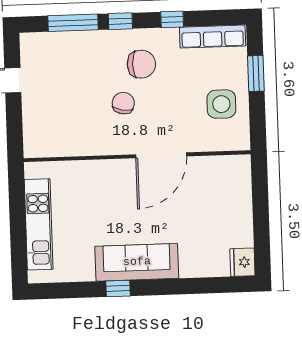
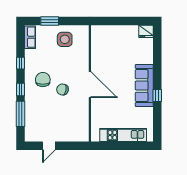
row of seats: (213, 37) -> (30, 37), width x0.68
door: (161, 155) -> (90, 85), moved

